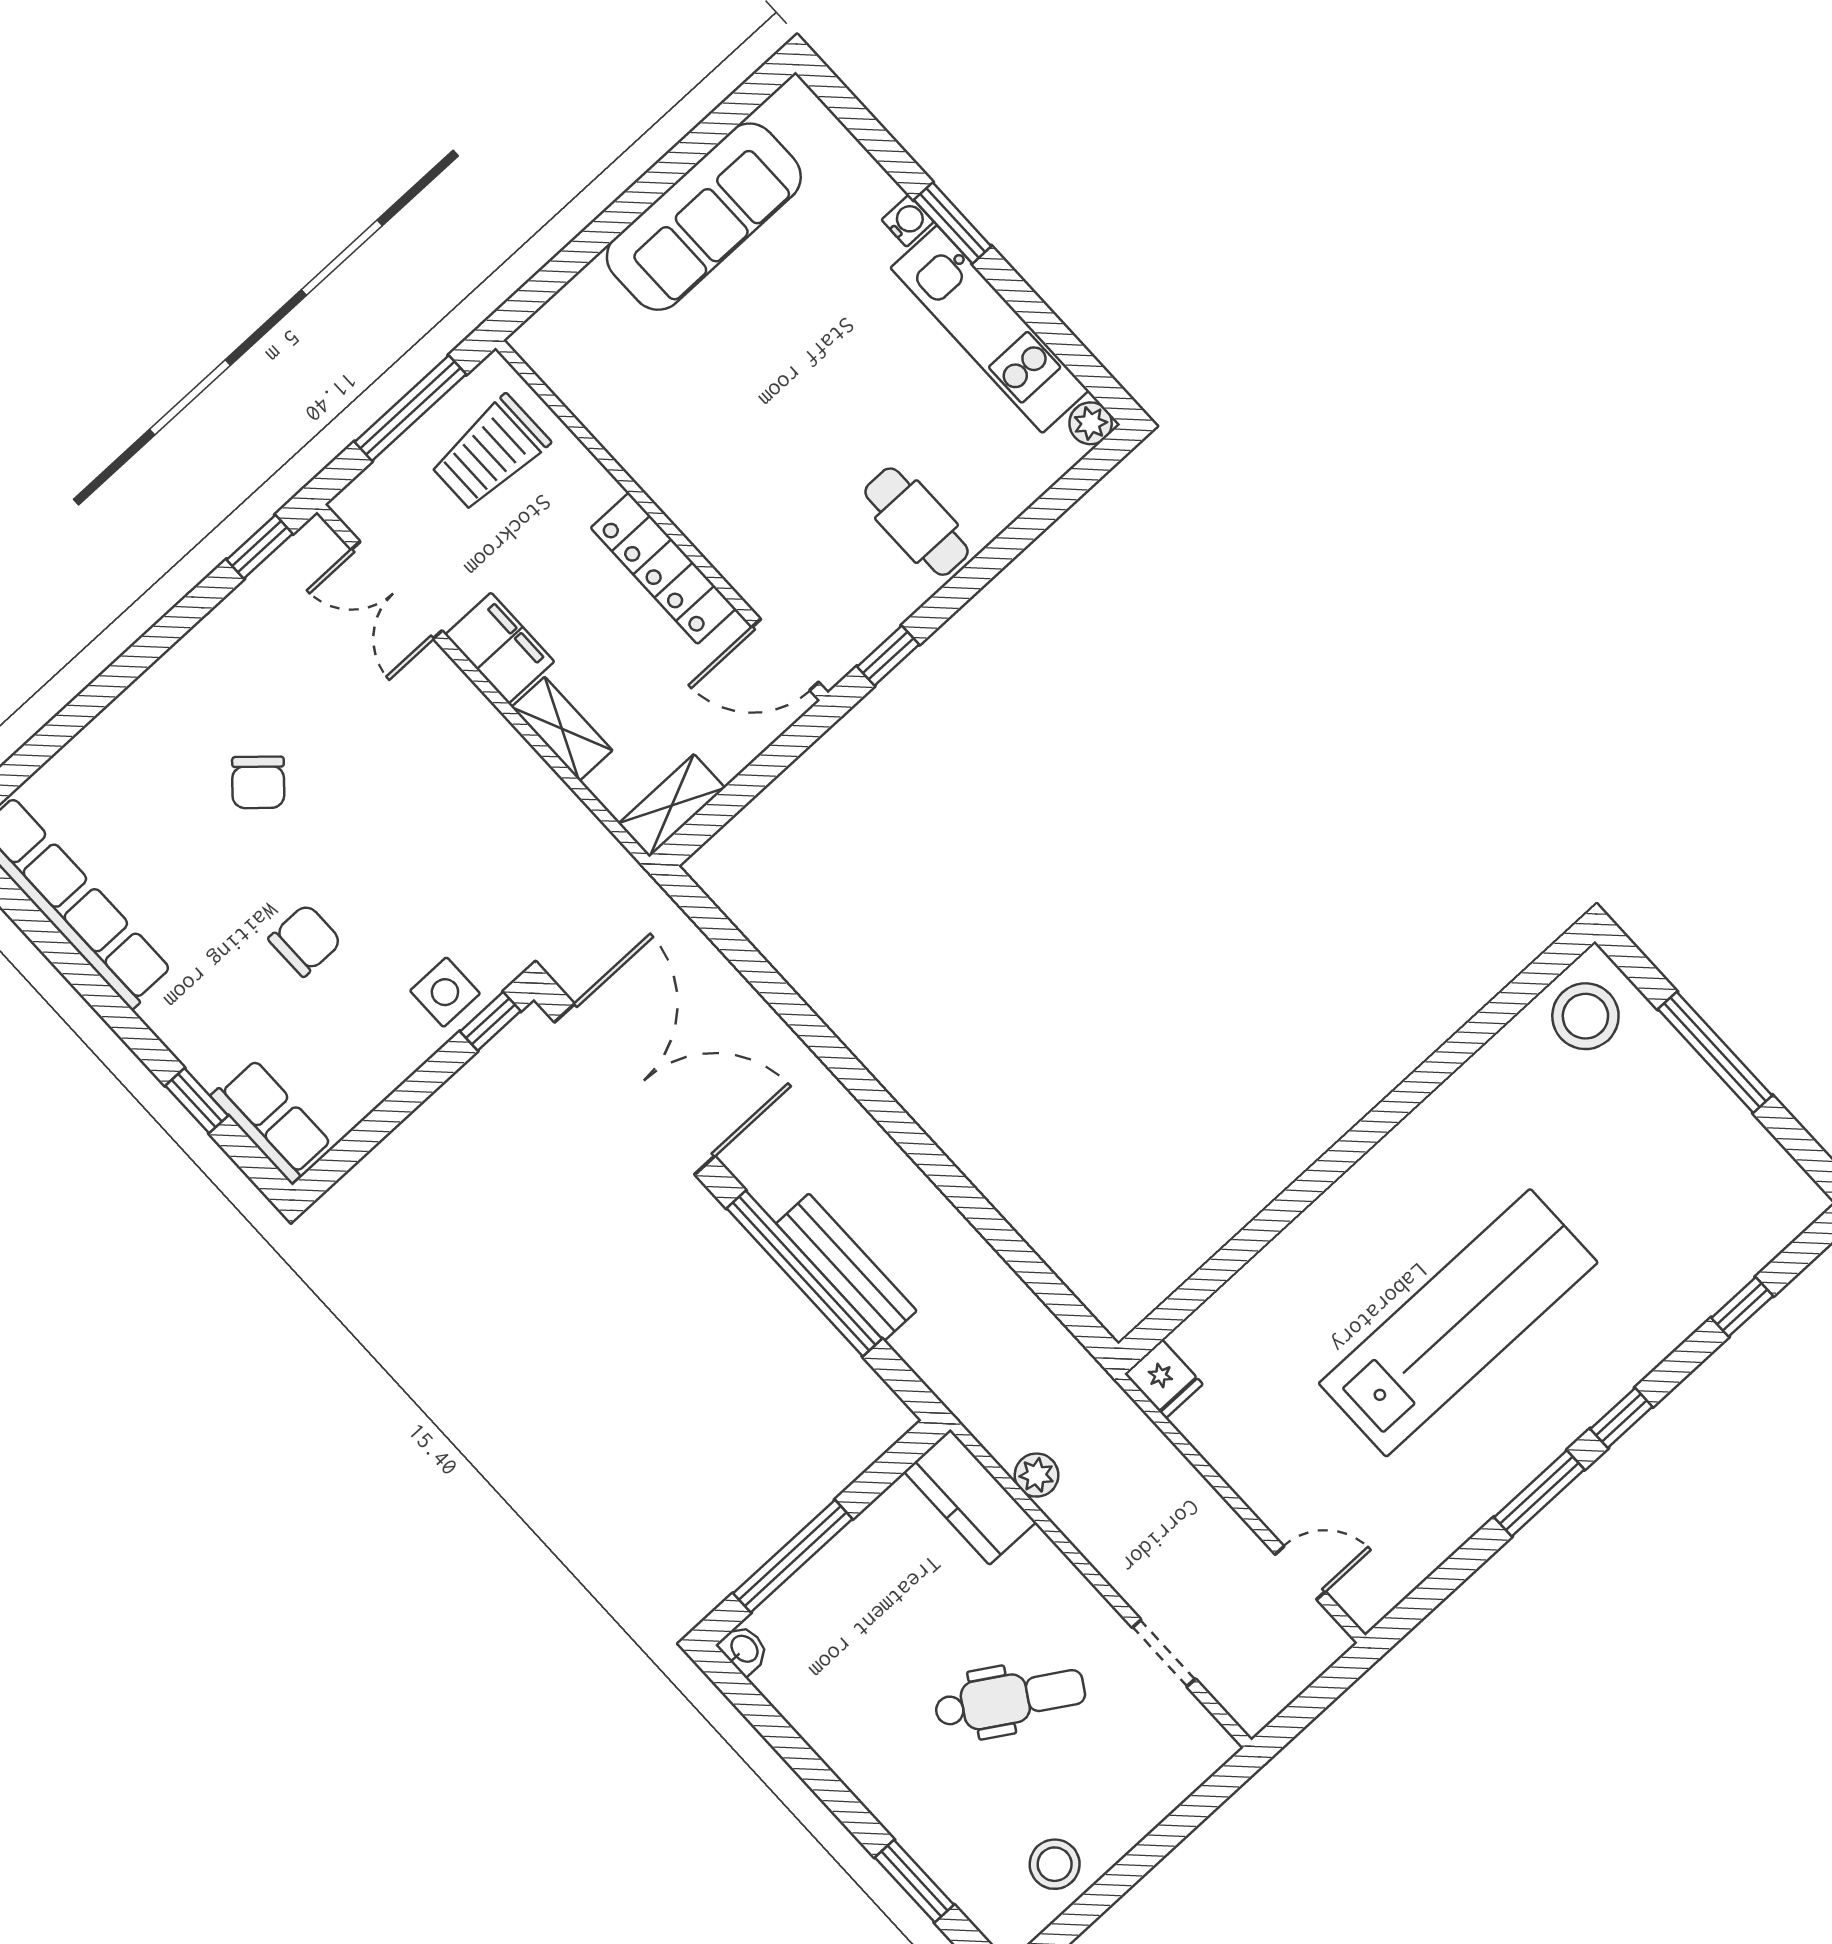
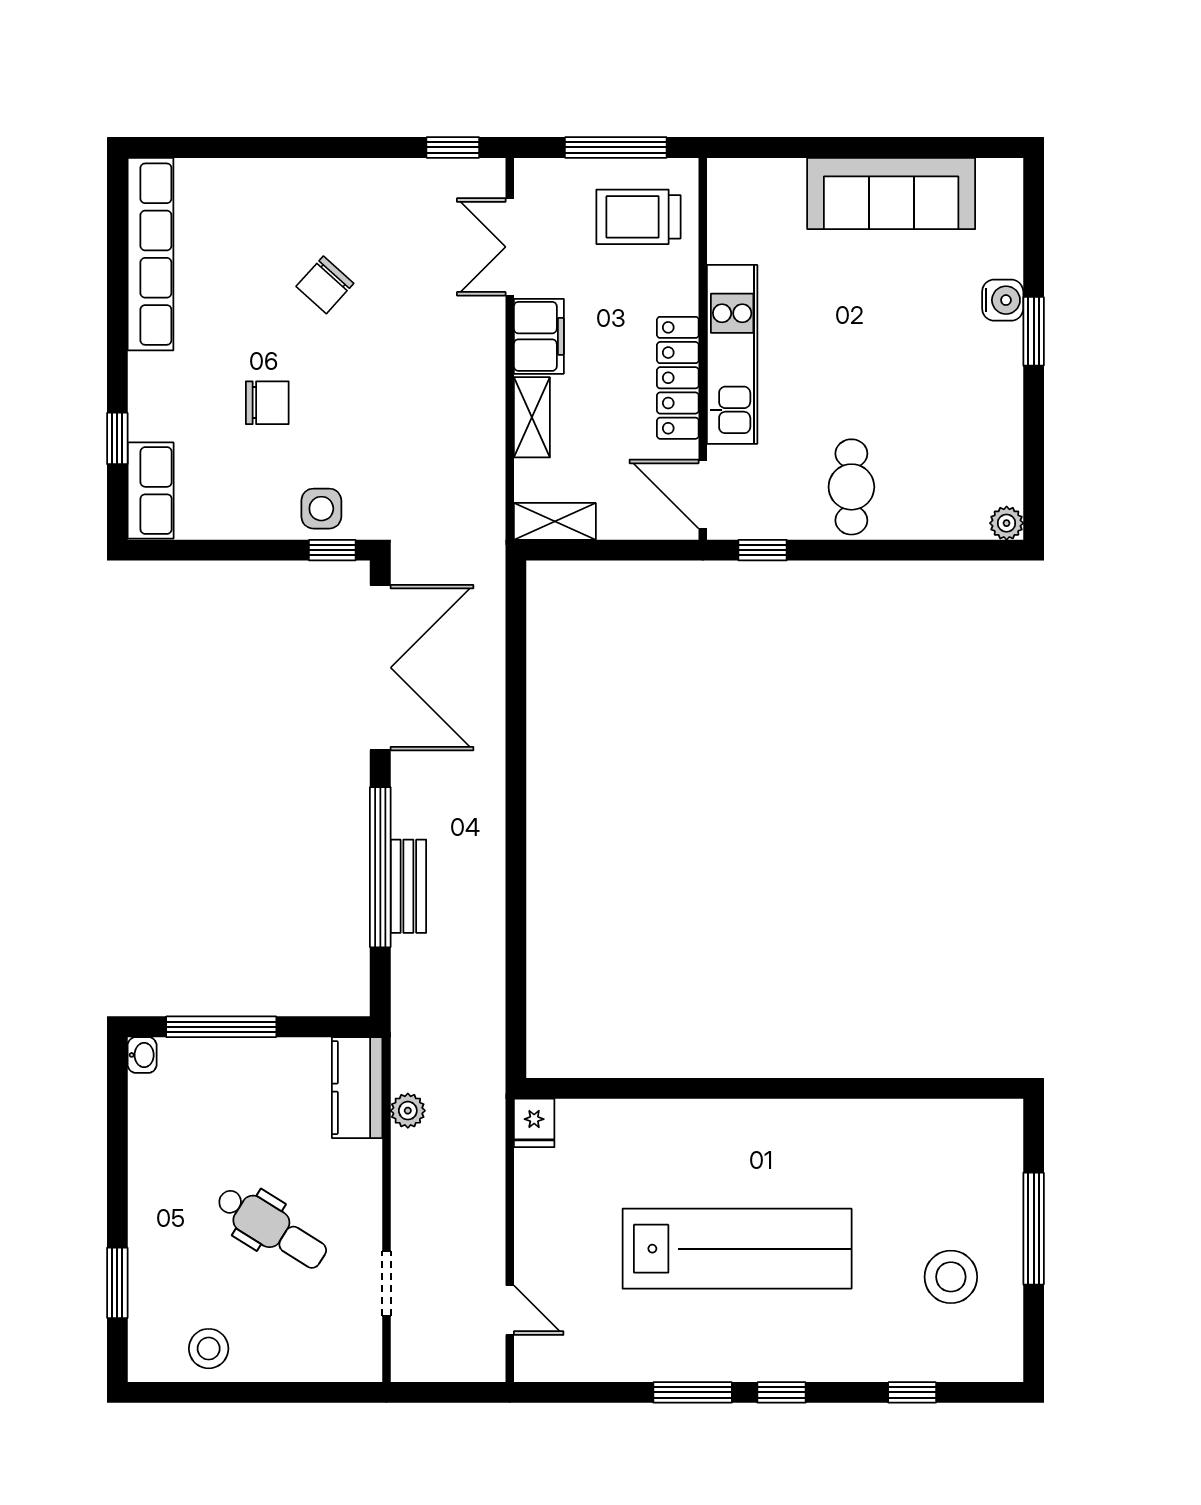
water cooler: (908, 221) -> (1003, 300), width x1.38, depth x1.38
kitchen unit: (990, 329) -> (732, 354), moved, turned 180
stool: (1585, 1016) -> (951, 1277), moved
bench: (846, 1267) -> (408, 886), width x0.73

